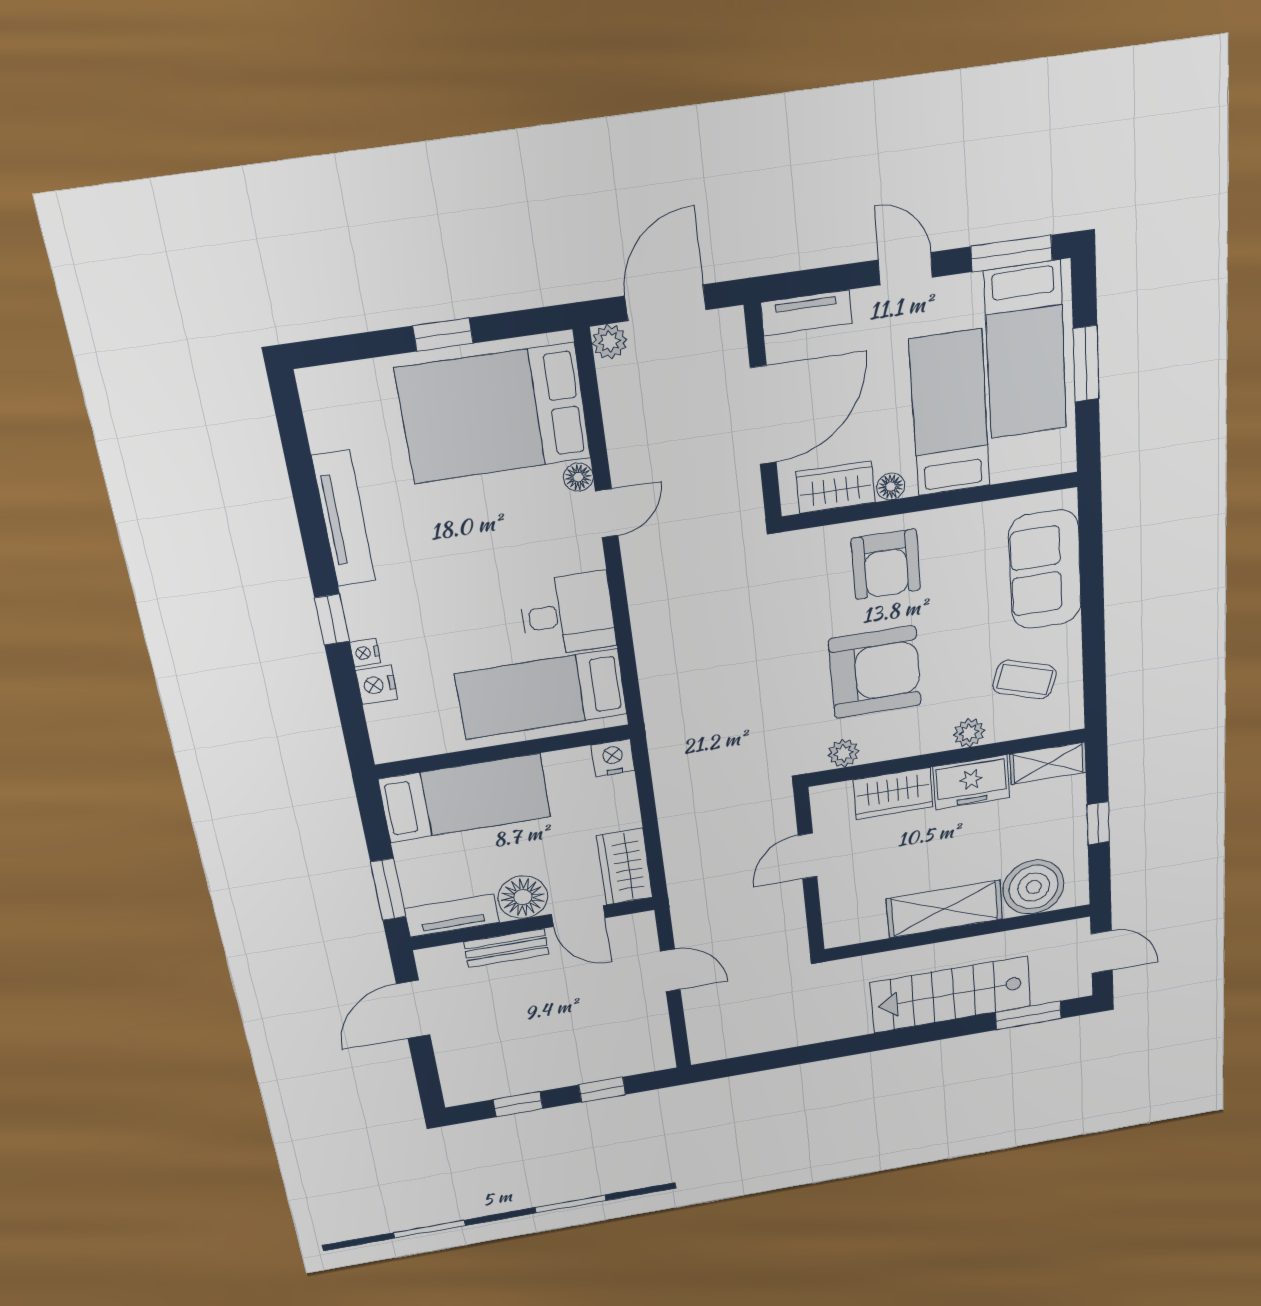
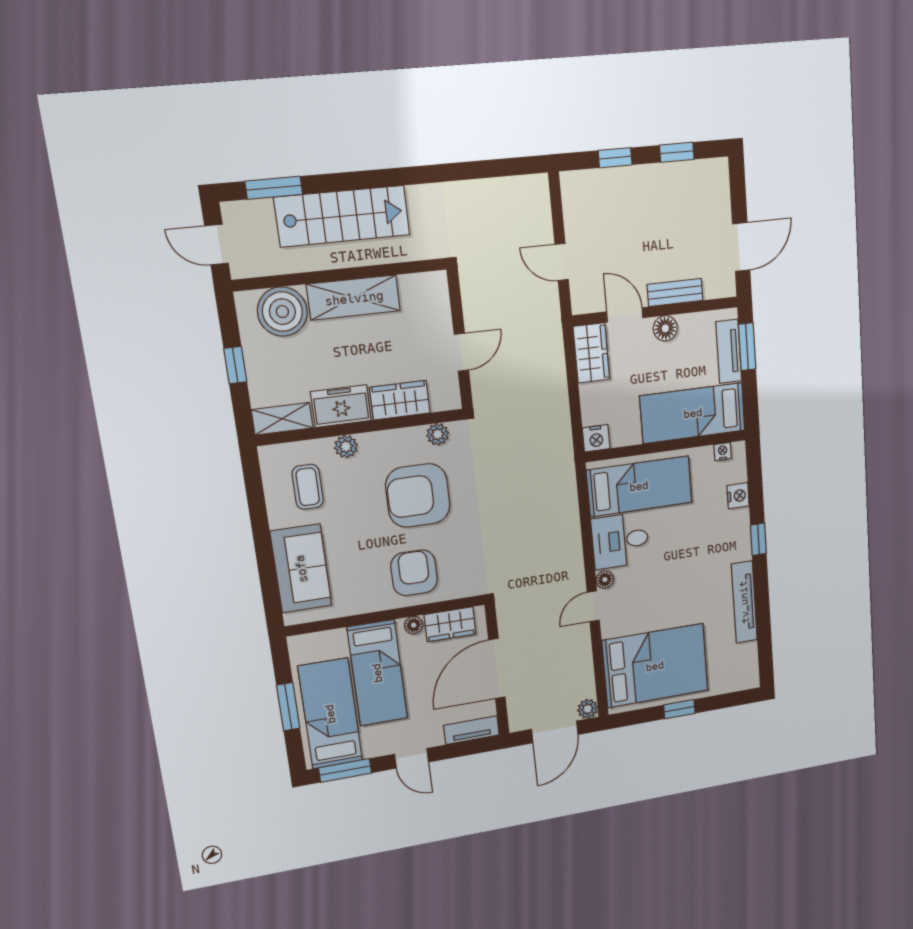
floor lamp: (578, 477) -> (605, 580), moved
nightstand: (365, 653) -> (723, 452), moved, turned -90
coffee table: (1025, 680) -> (308, 487), turned 72
floor lamp: (523, 897) -> (665, 328), width x0.73, depth x0.73
tv unit: (452, 915) -> (729, 351), moved, turned 90

